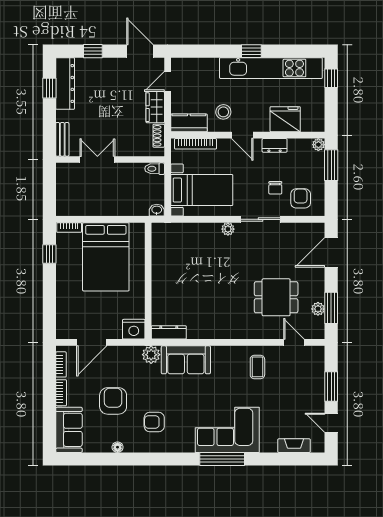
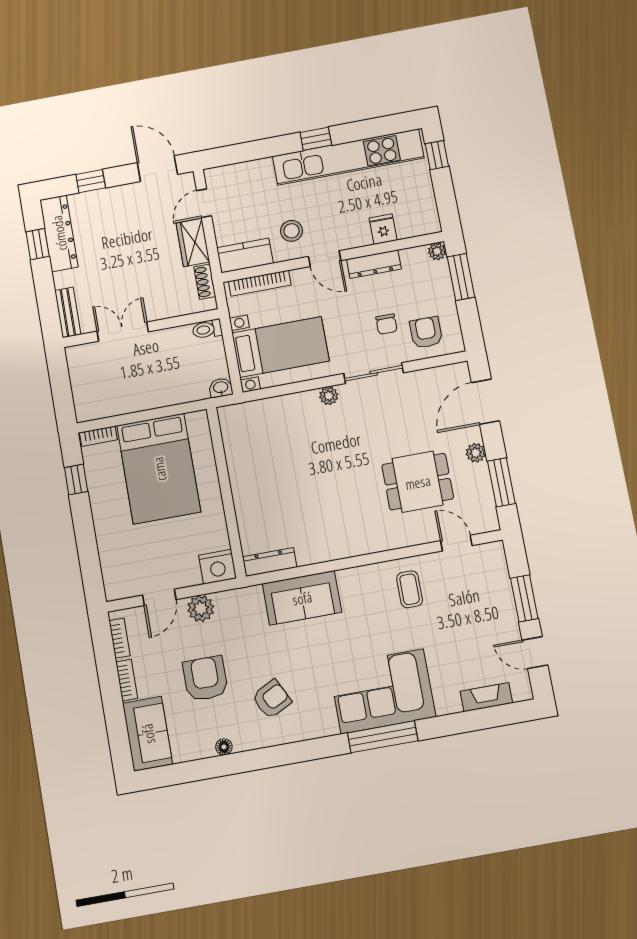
fridge: (285, 119) -> (383, 229), width x0.53, depth x0.75
dresser: (275, 145) -> (374, 264), width x1.44
plant: (318, 309) -> (476, 453), moved
door: (92, 342) -> (159, 597), width x0.73
plant: (151, 355) -> (201, 608), moved
armchair: (154, 422) -> (272, 699), turned 153

